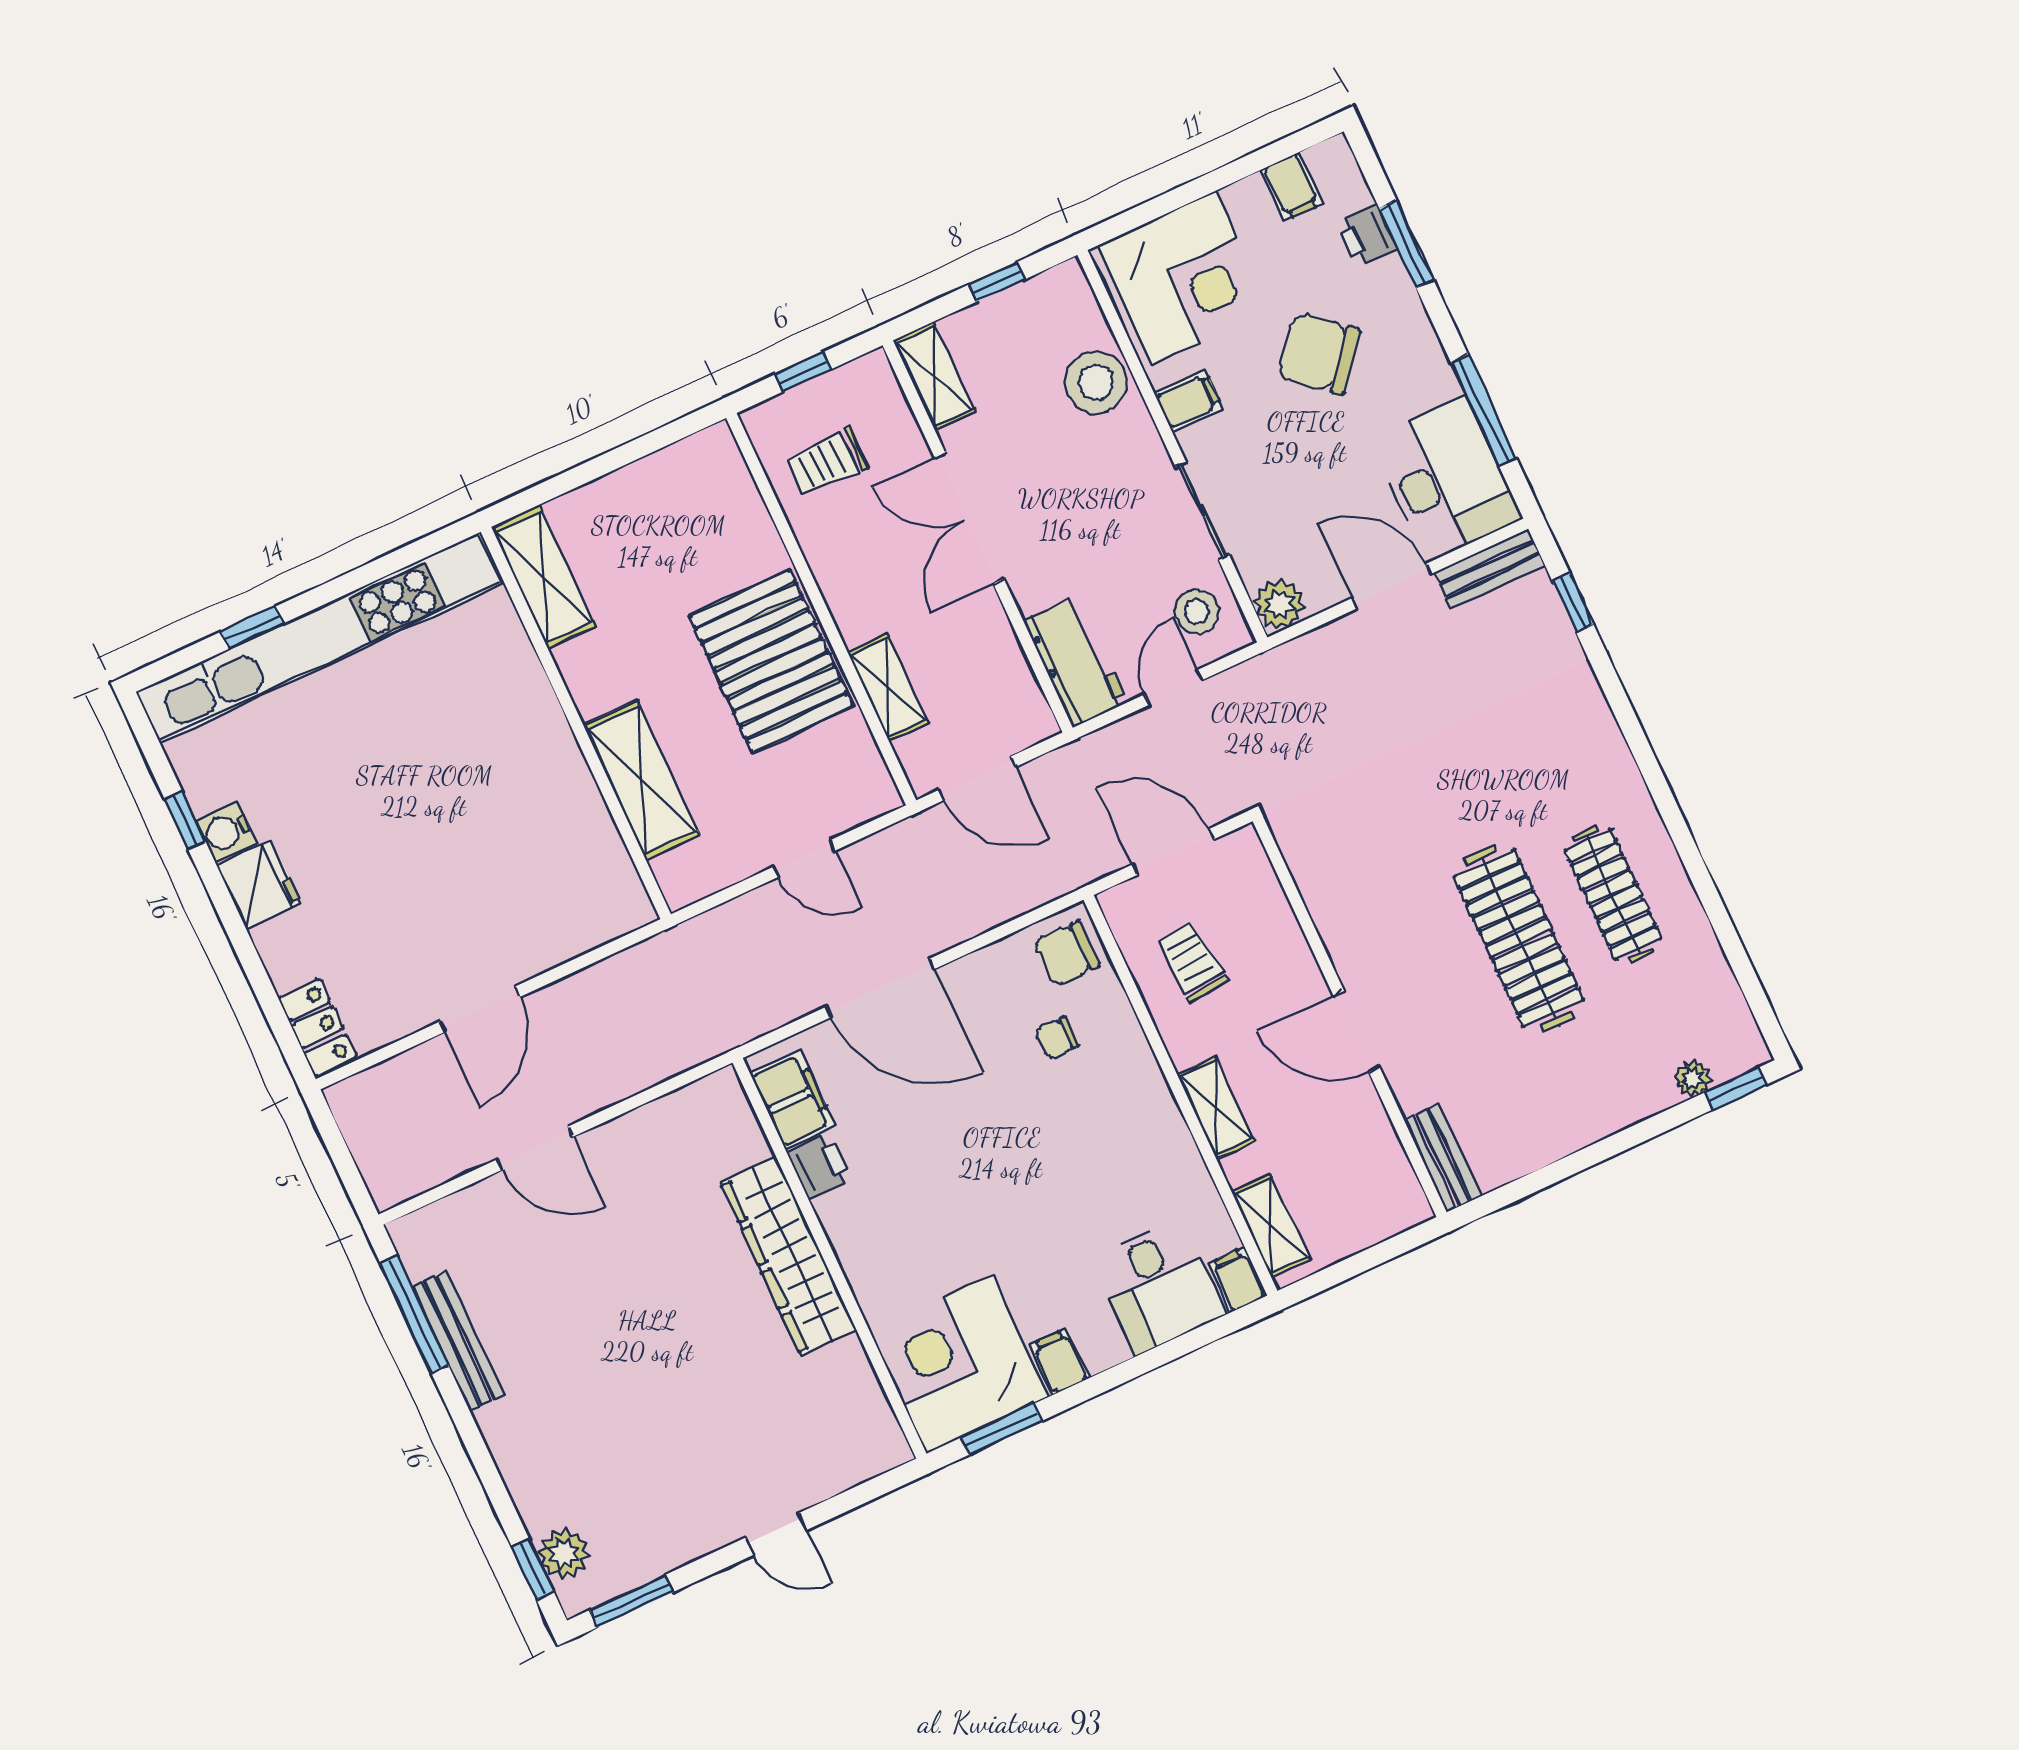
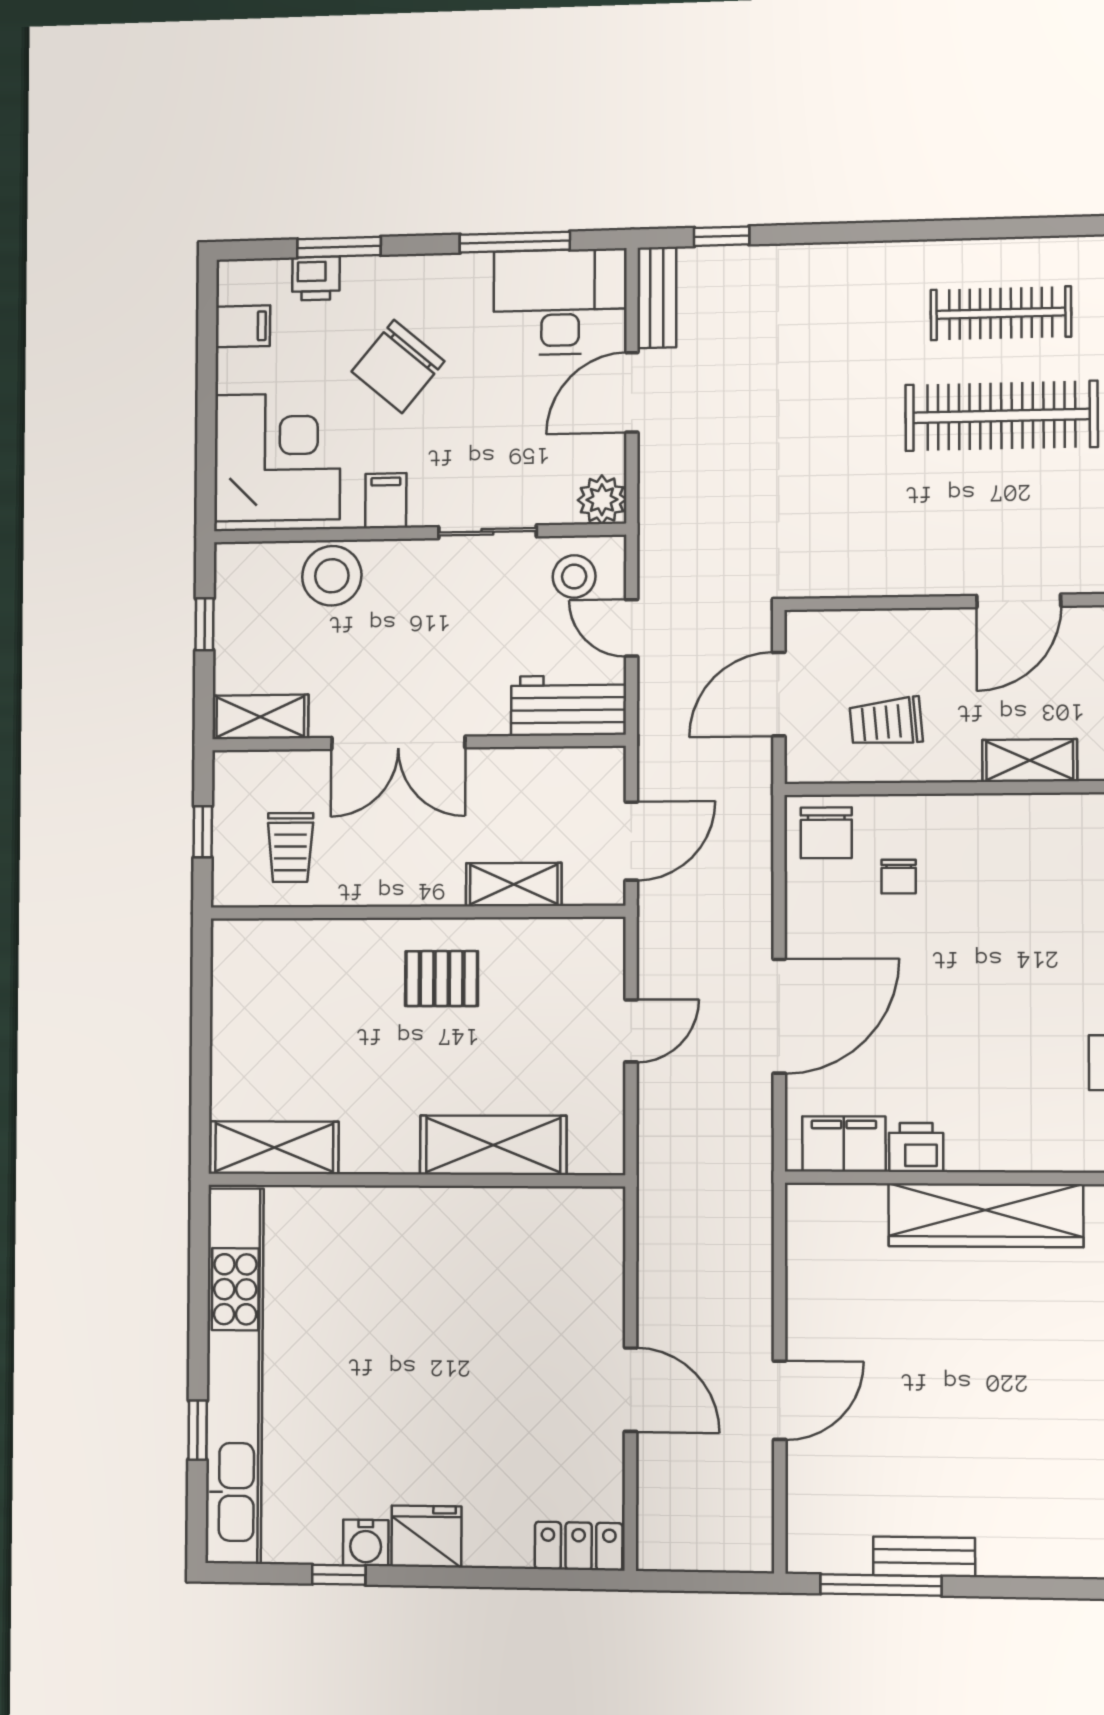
pallet: (771, 661) -> (442, 979), width x0.49, depth x0.50
bench: (458, 1341) -> (924, 1557), width x0.73

